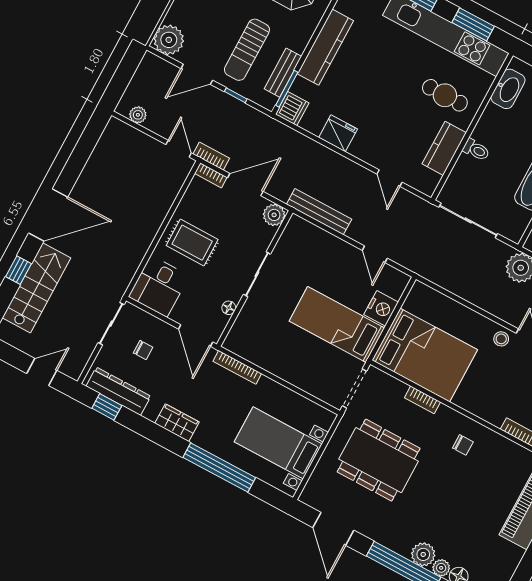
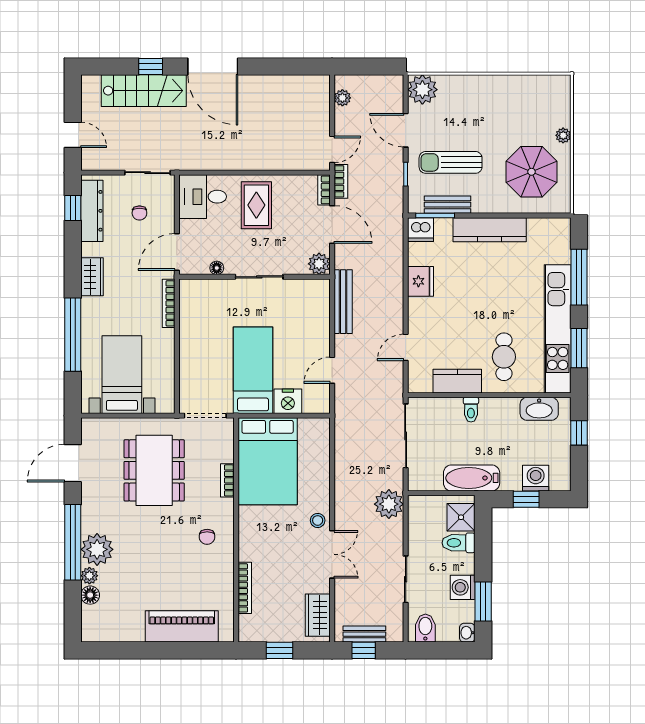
plant: (423, 554) -> (97, 549), width x1.36, depth x1.36

